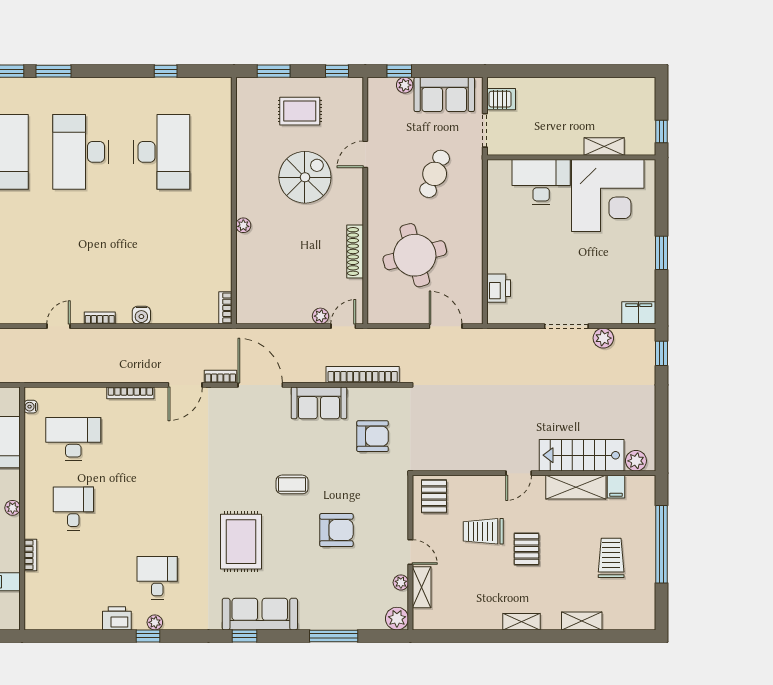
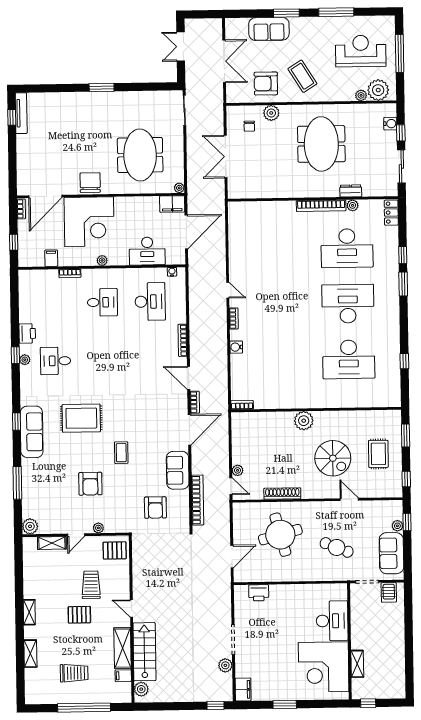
plant: (243, 225) -> (304, 421), width x1.88, depth x1.88
desk: (157, 578) -> (55, 361), turned 180
plant: (401, 582) -> (98, 528), moved

